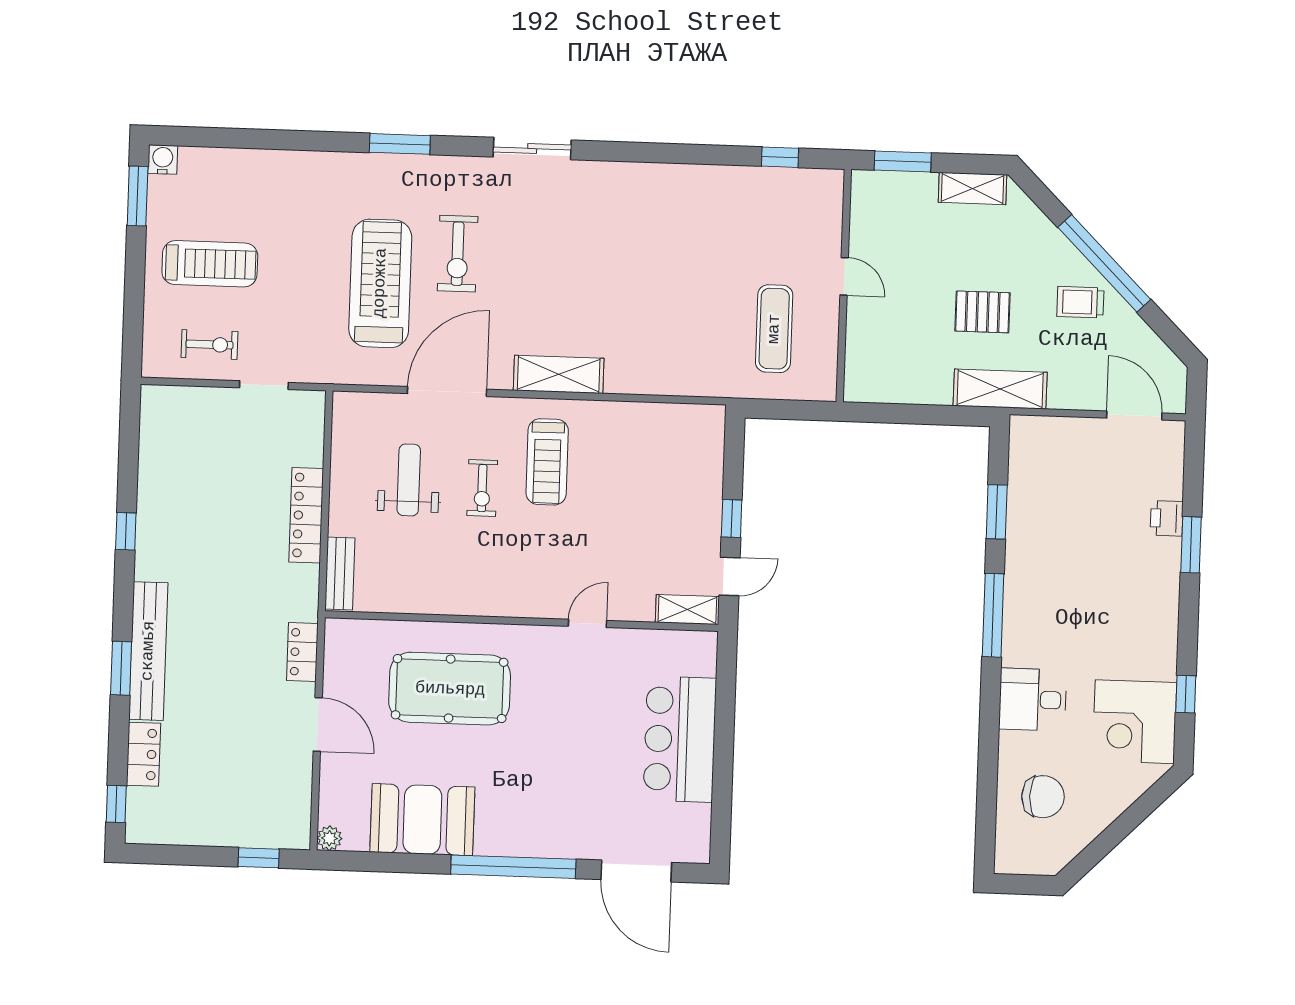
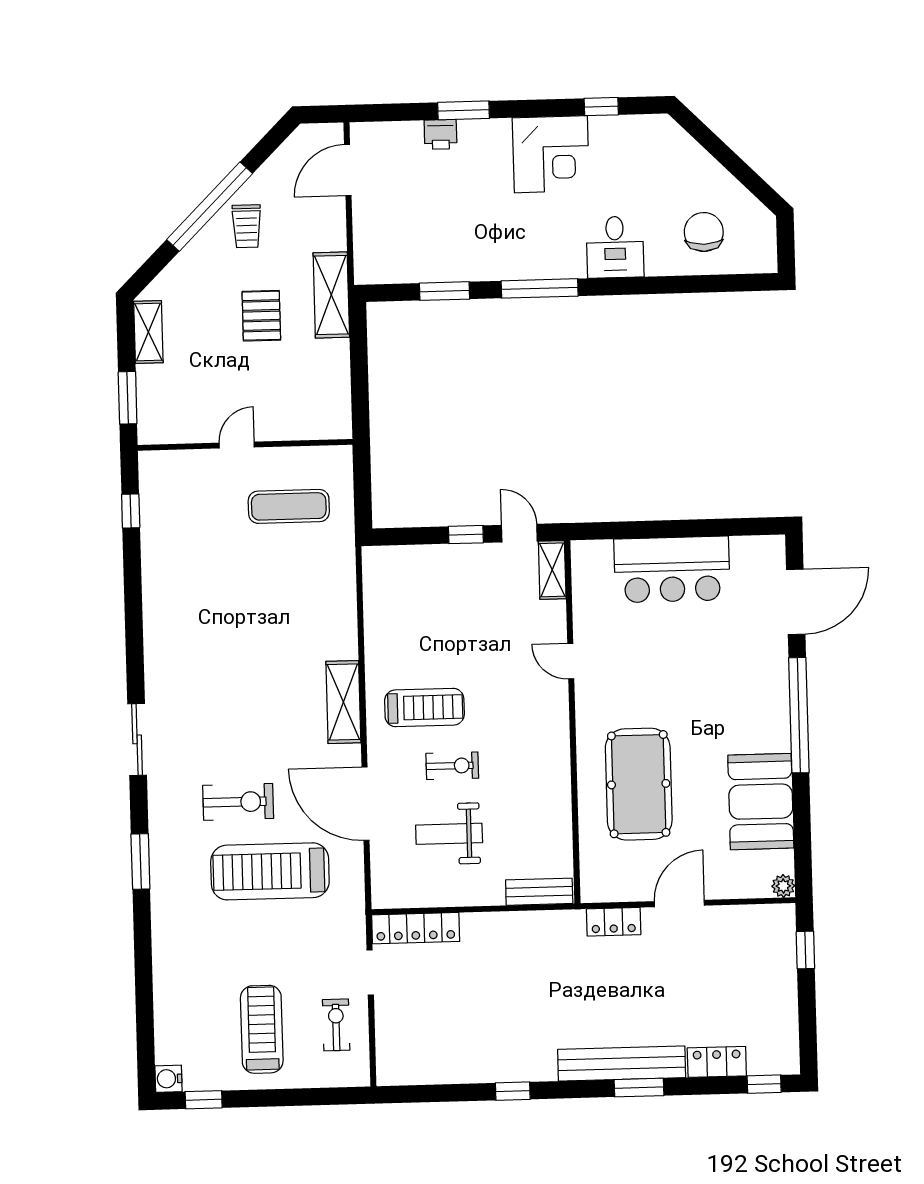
window: (138, 196) -> (204, 1100), width x0.67
locker: (306, 515) -> (416, 928), moved
corner desk: (1135, 722) -> (551, 154), moved

